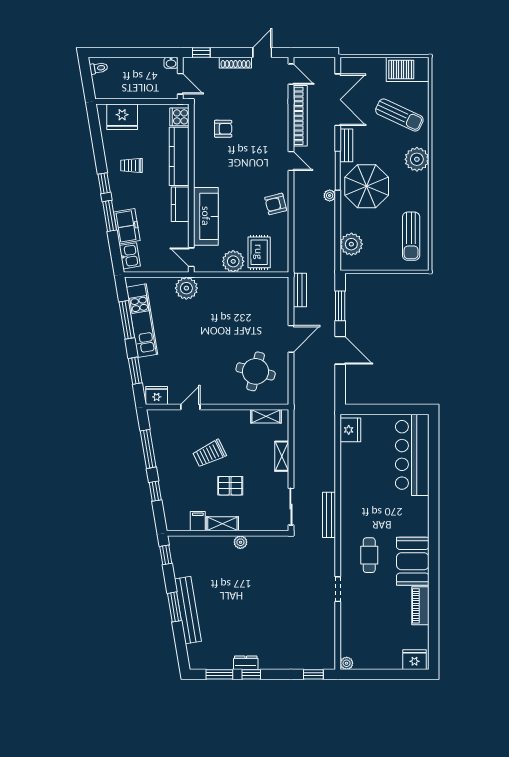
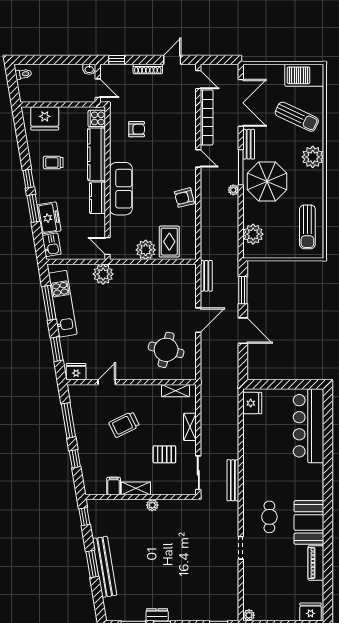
sofa: (206, 216) -> (121, 189), moved
pallet: (230, 486) -> (164, 454), moved

